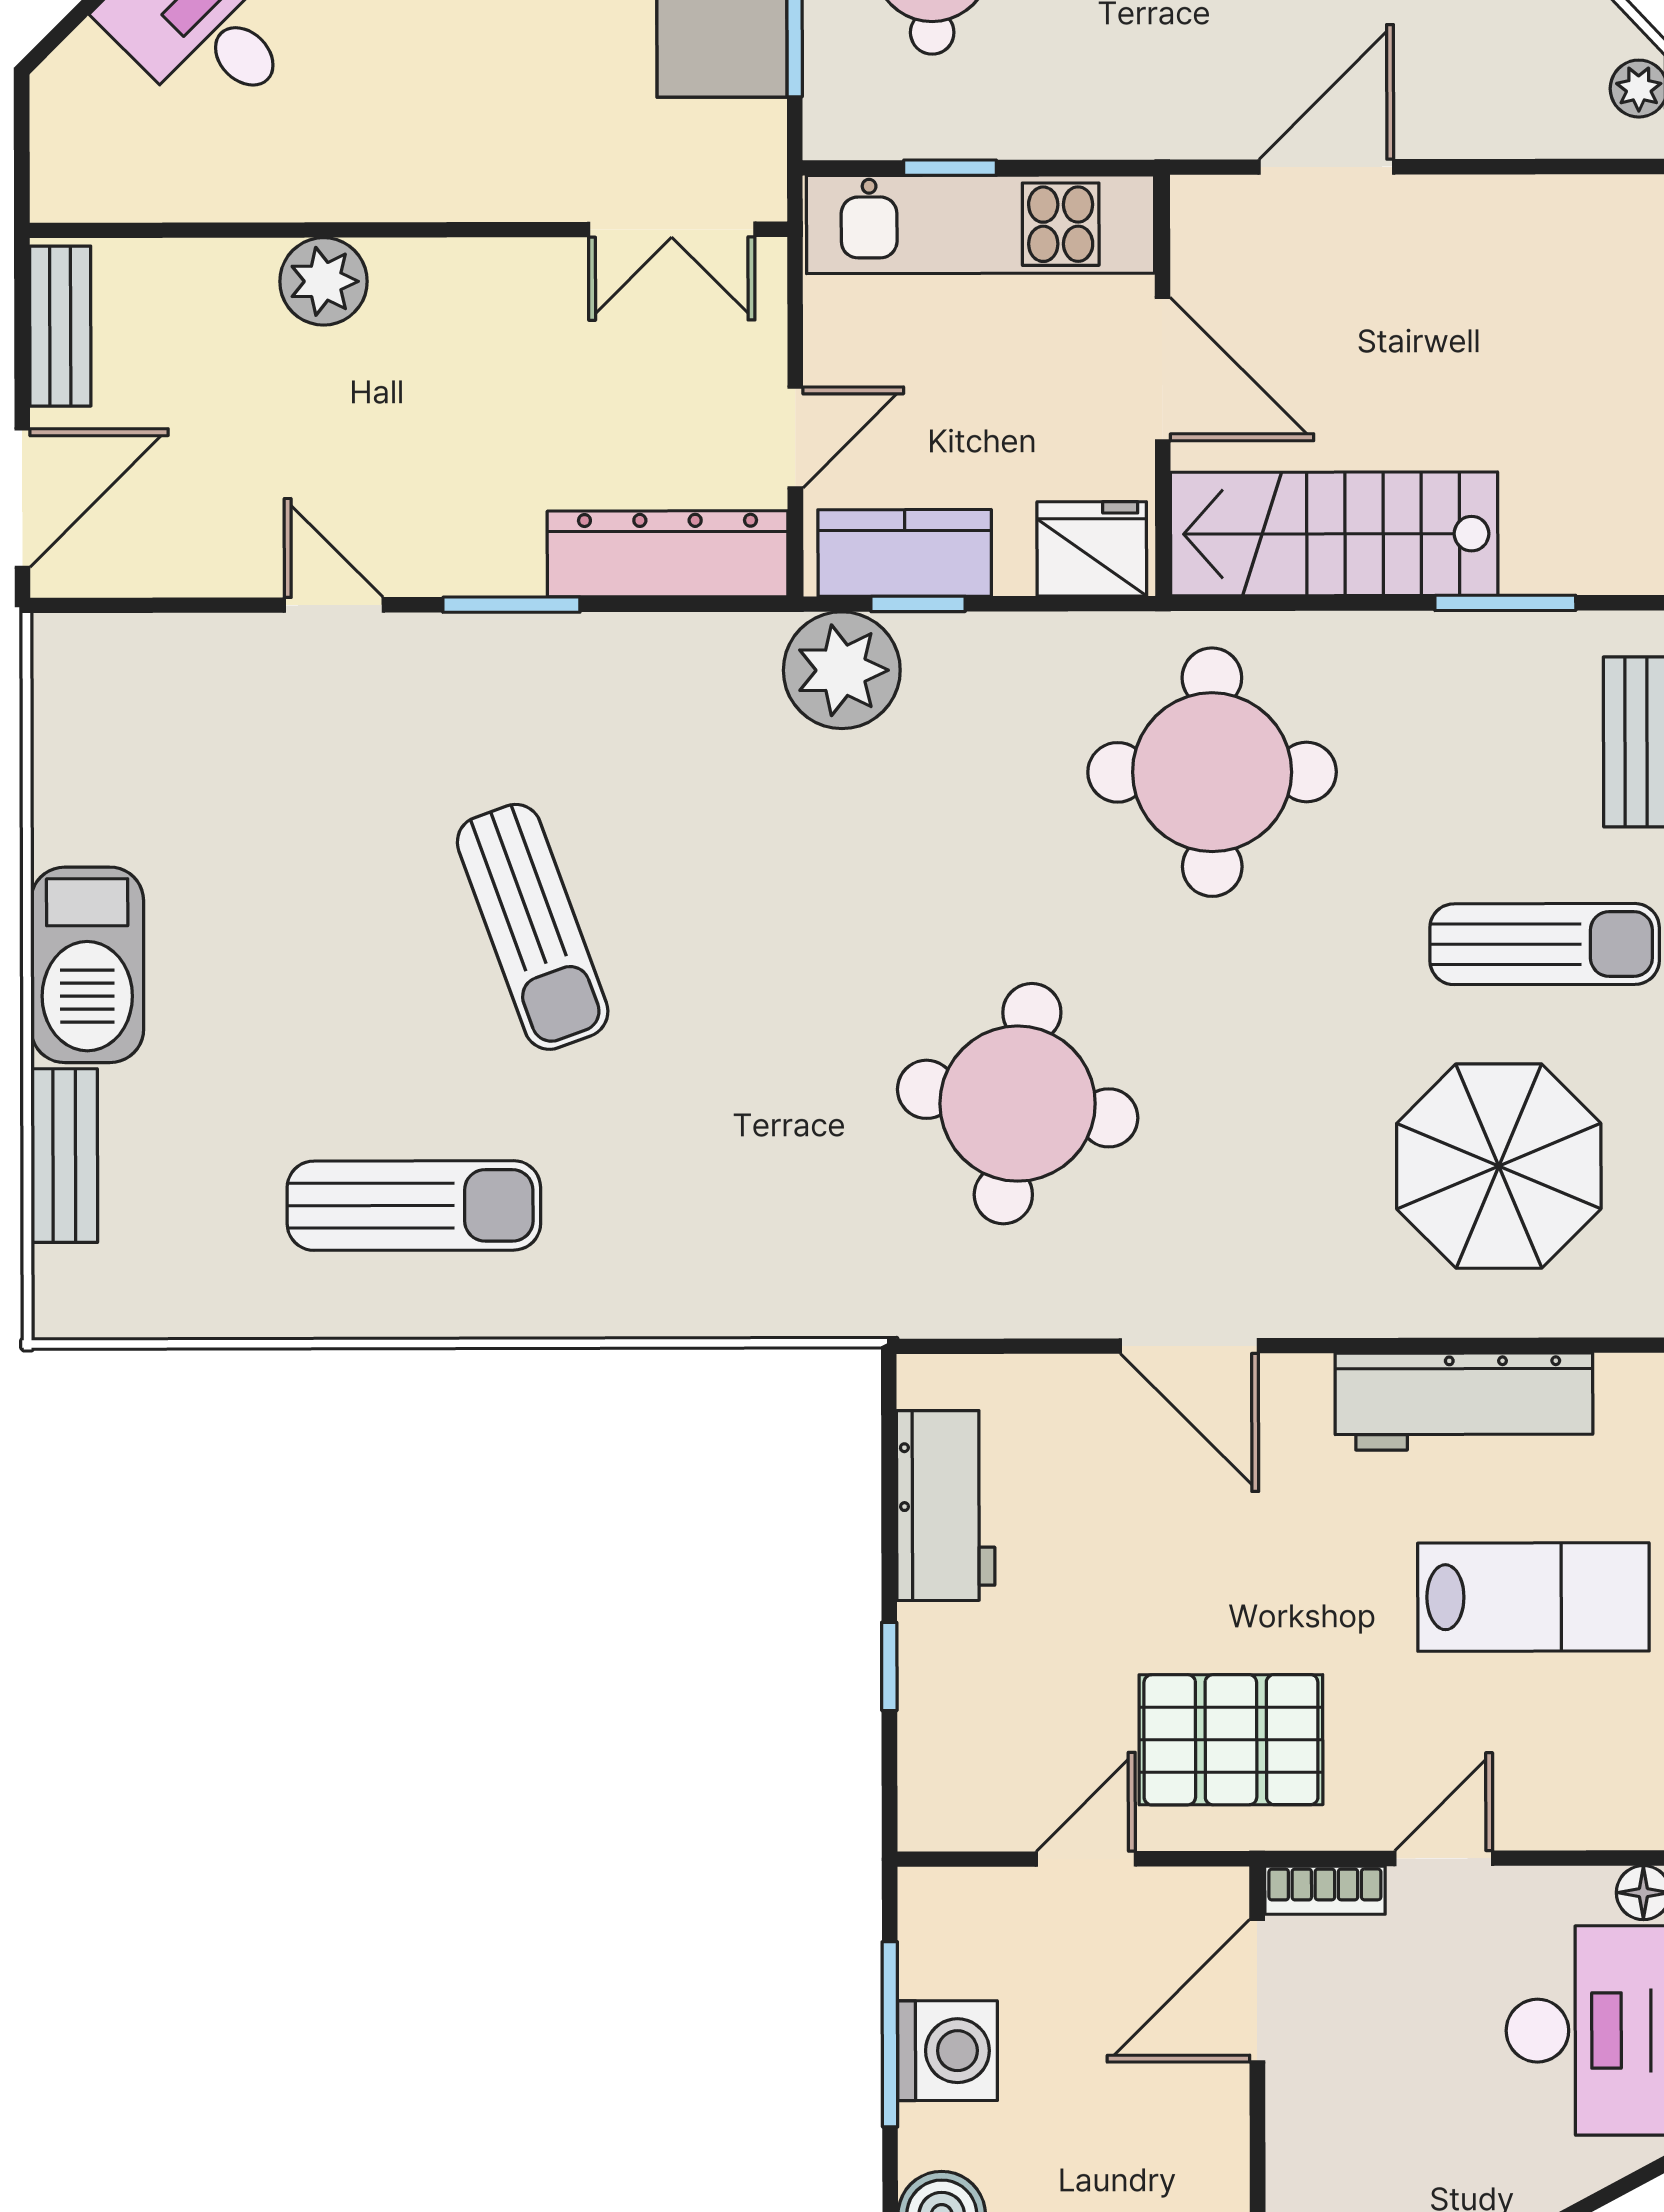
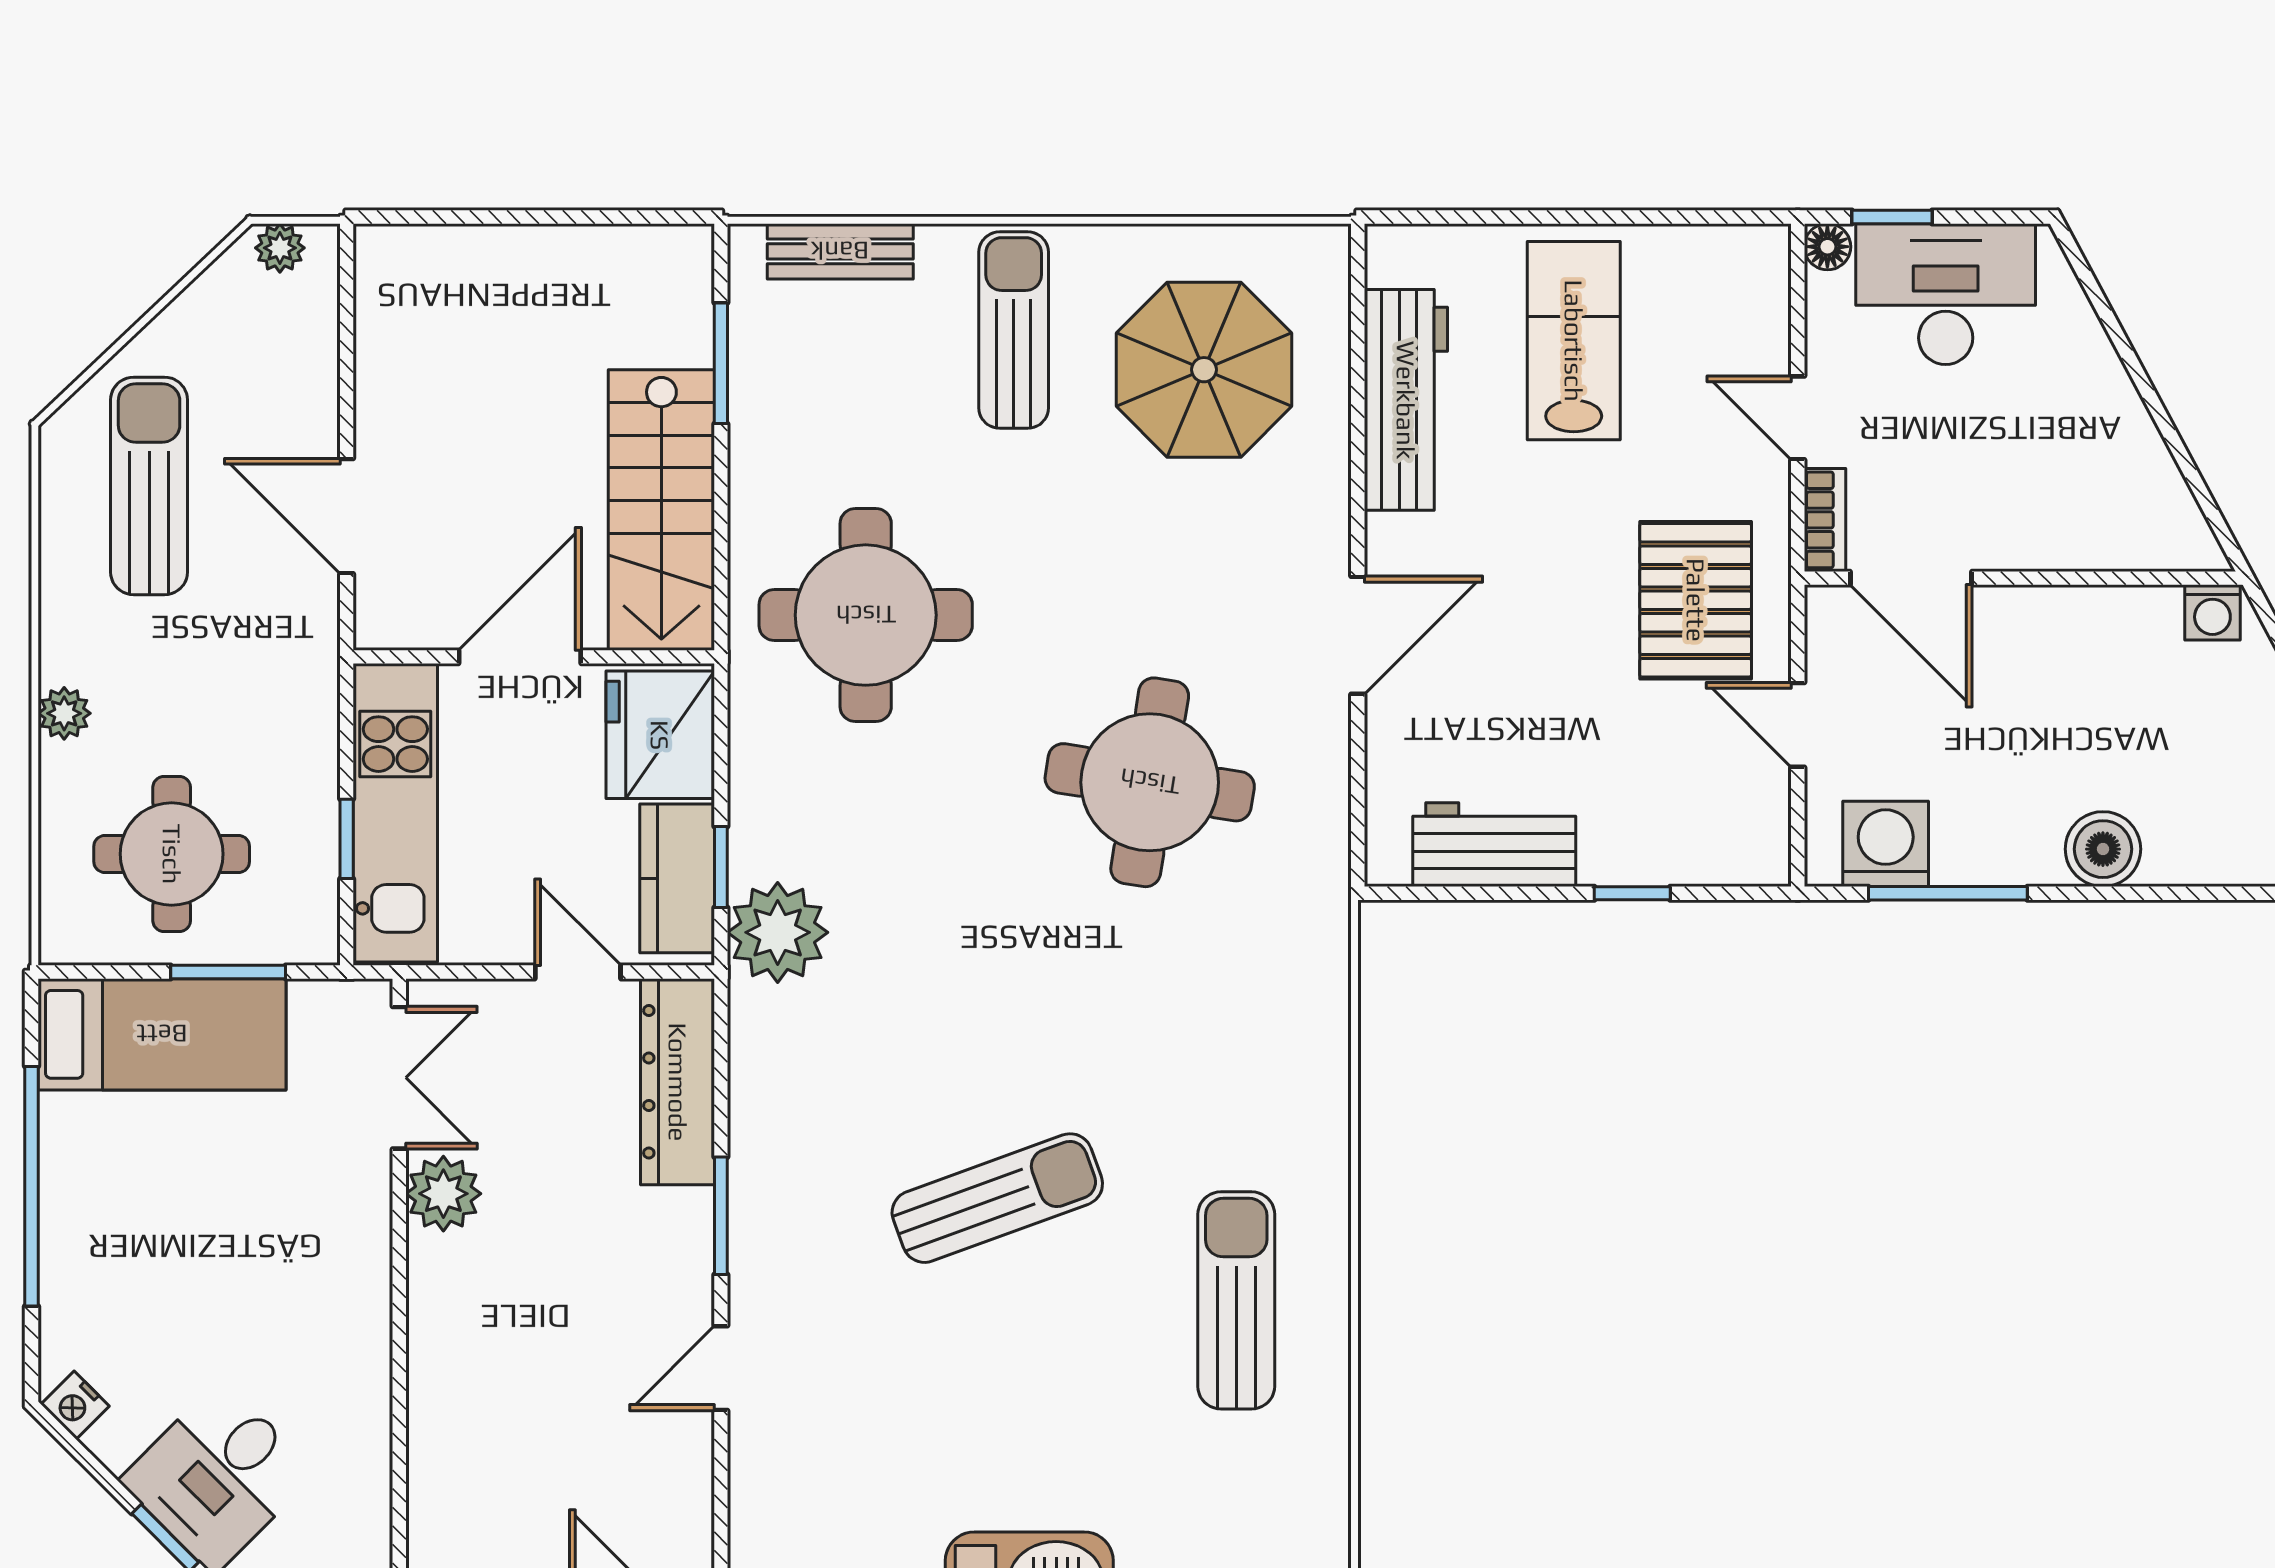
plant: (324, 281) -> (443, 1194), moved
fridge: (1092, 549) -> (660, 735), width x1.36, depth x1.34
washing machine: (947, 2051) -> (1886, 844), moved

